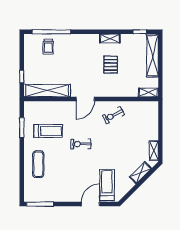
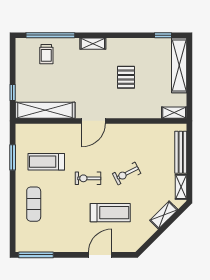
shelving: (110, 38) -> (93, 44), moved
exercise bike: (114, 115) -> (127, 173), moved
bench: (154, 124) -> (181, 152), added
treadmill: (48, 131) -> (46, 162), turned 180
treadmill: (107, 185) -> (110, 213), moved, turned 90

